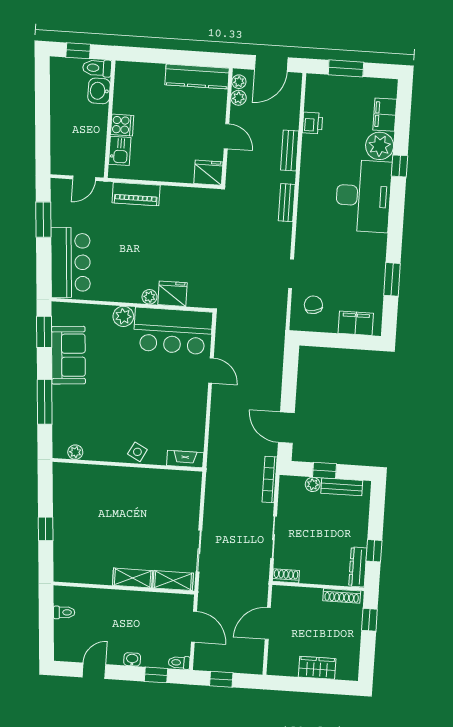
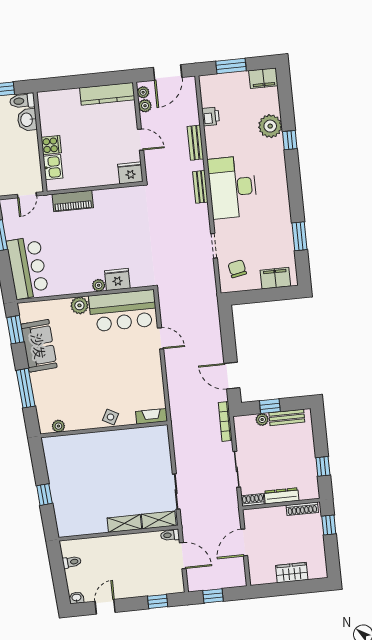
filing cabinet: (385, 115) -> (263, 78), moved, turned -90
desk: (363, 196) -> (232, 187), moved, turned 180
dresser: (358, 567) -> (282, 496), moved, turned 90
washbasin: (132, 659) -> (76, 598), moved
toilet: (179, 663) -> (170, 535), moved

